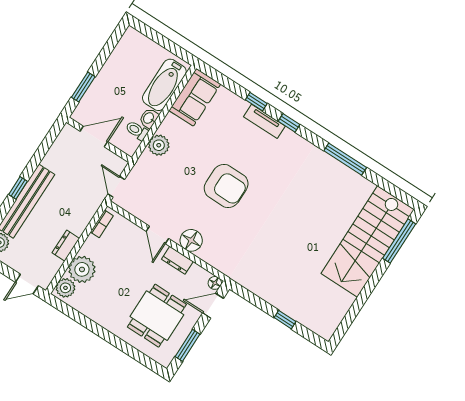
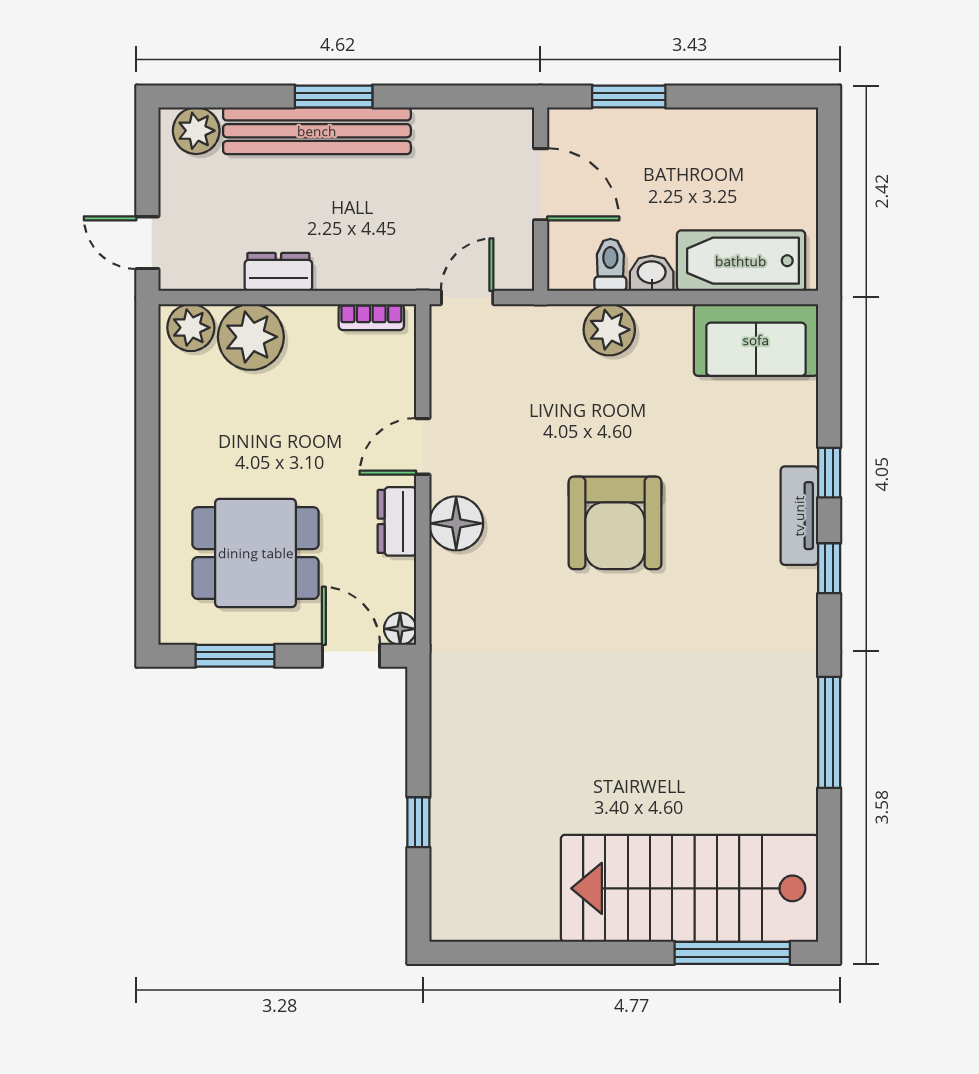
window: (18, 188) -> (334, 96), width x1.50

